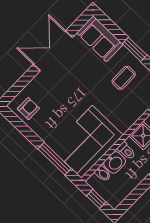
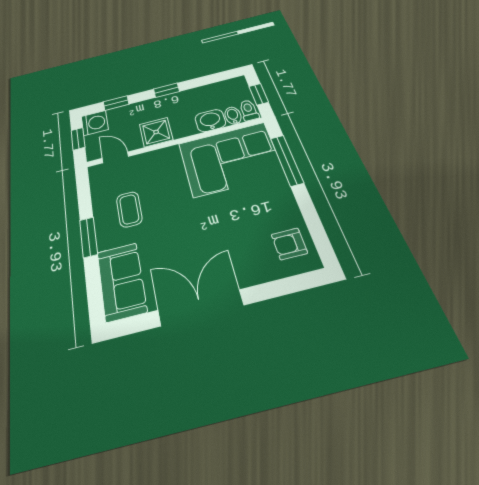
double door: (53, 51) -> (201, 308), swing flipped
coffee table: (124, 78) -> (129, 209), turned 90
toilet: (126, 151) -> (249, 110), moved

